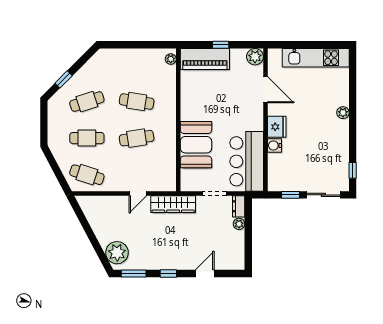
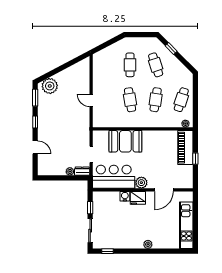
plant: (255, 57) -> (141, 183), moved
cafe table: (87, 175) -> (181, 100), moved
wardrobe: (173, 204) -> (84, 125), removed

